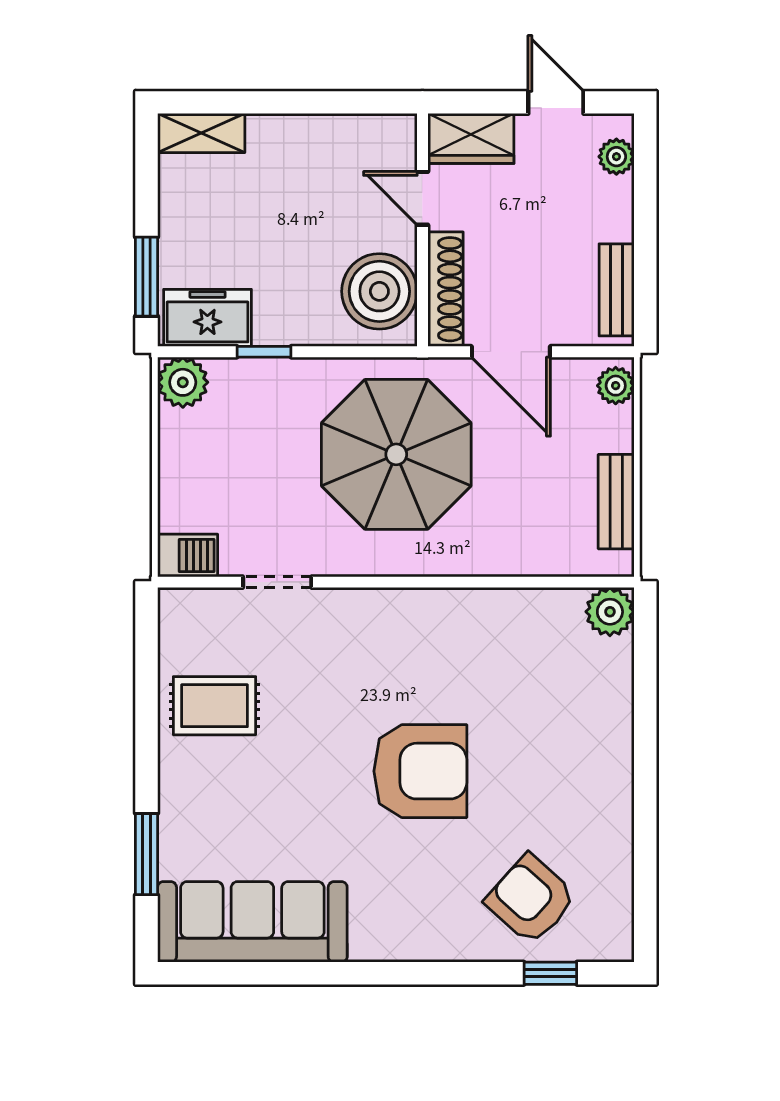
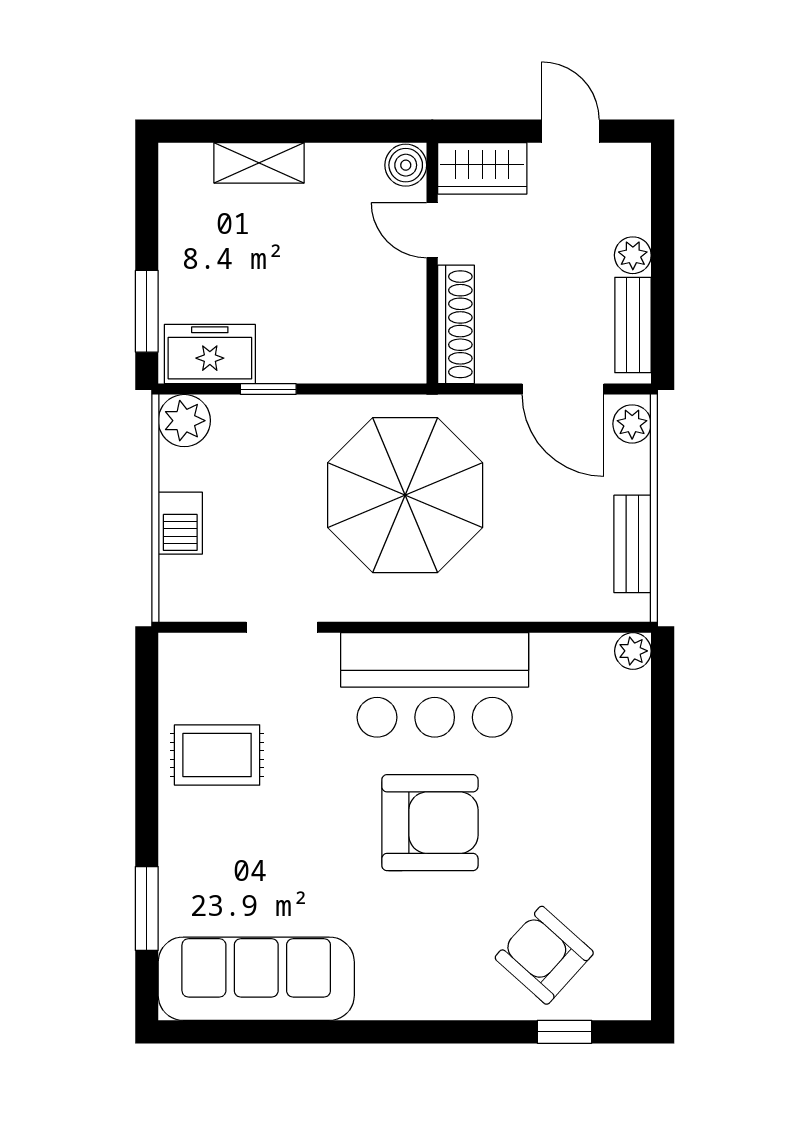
shelving: (201, 133) -> (259, 163), moved
plant: (616, 157) -> (633, 255), moved
boiler: (379, 291) -> (406, 165), moved, width x0.54, depth x0.54
door: (511, 352) -> (563, 389), moved
barbecue: (188, 555) -> (180, 523), moved, turned 90
plant: (610, 612) -> (633, 651), width x0.73, depth x0.73
bar counter: (425, 638) -> (435, 685), added

